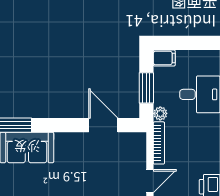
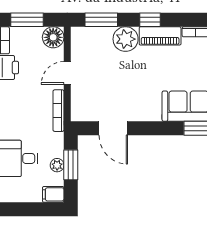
plant: (160, 113) -> (57, 165), moved

